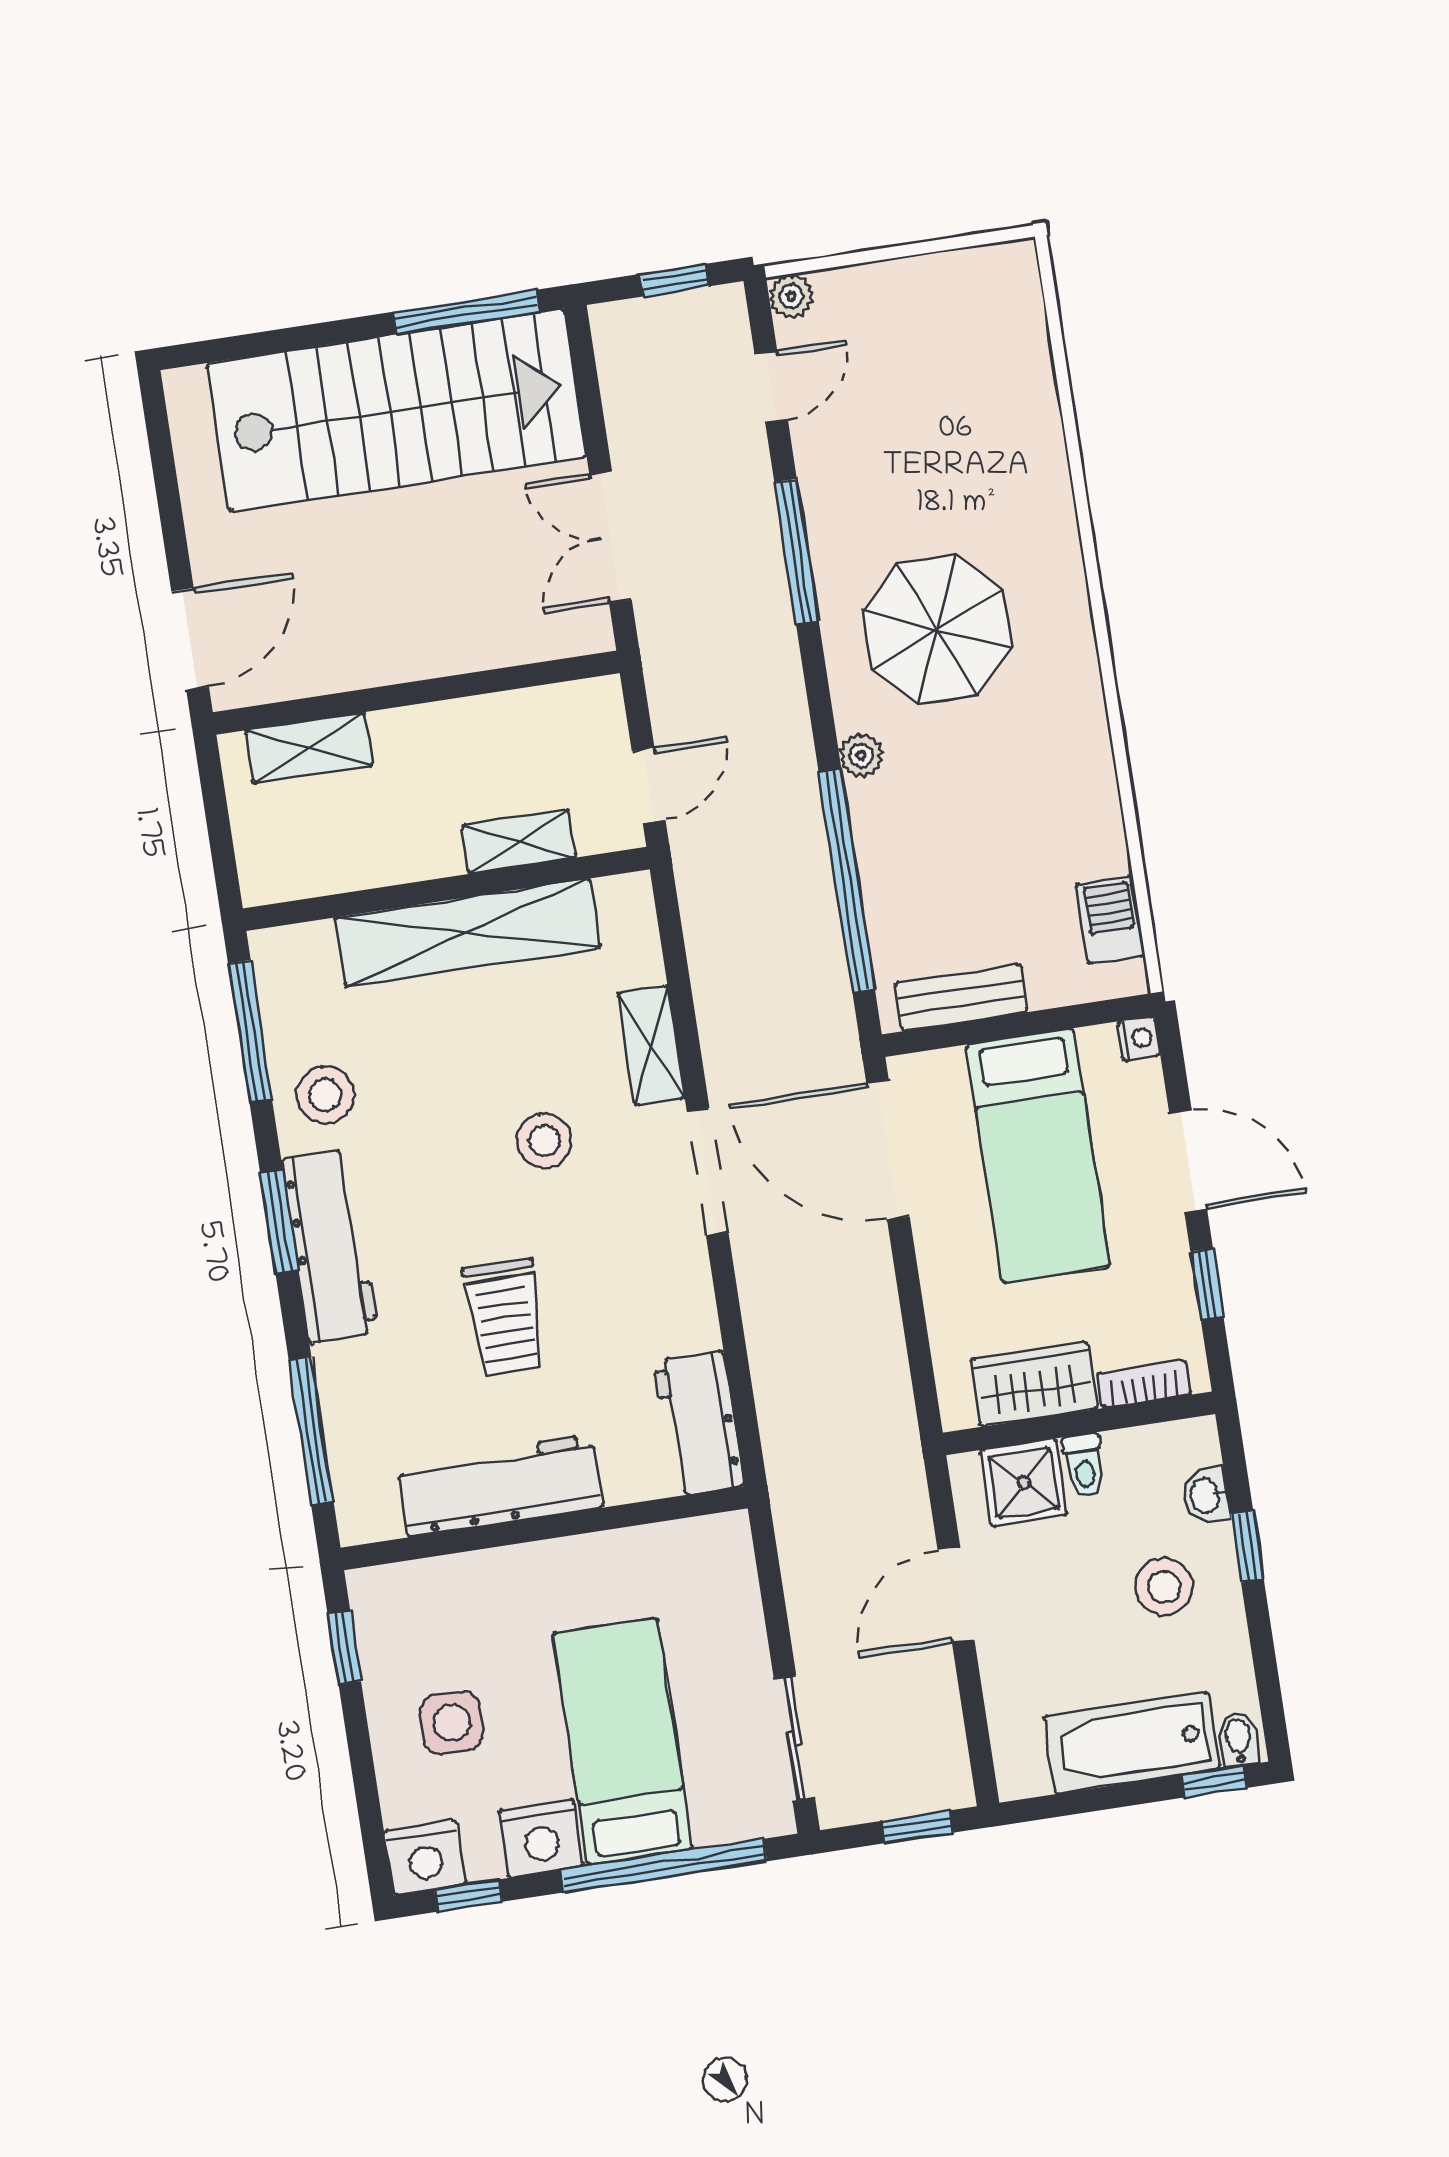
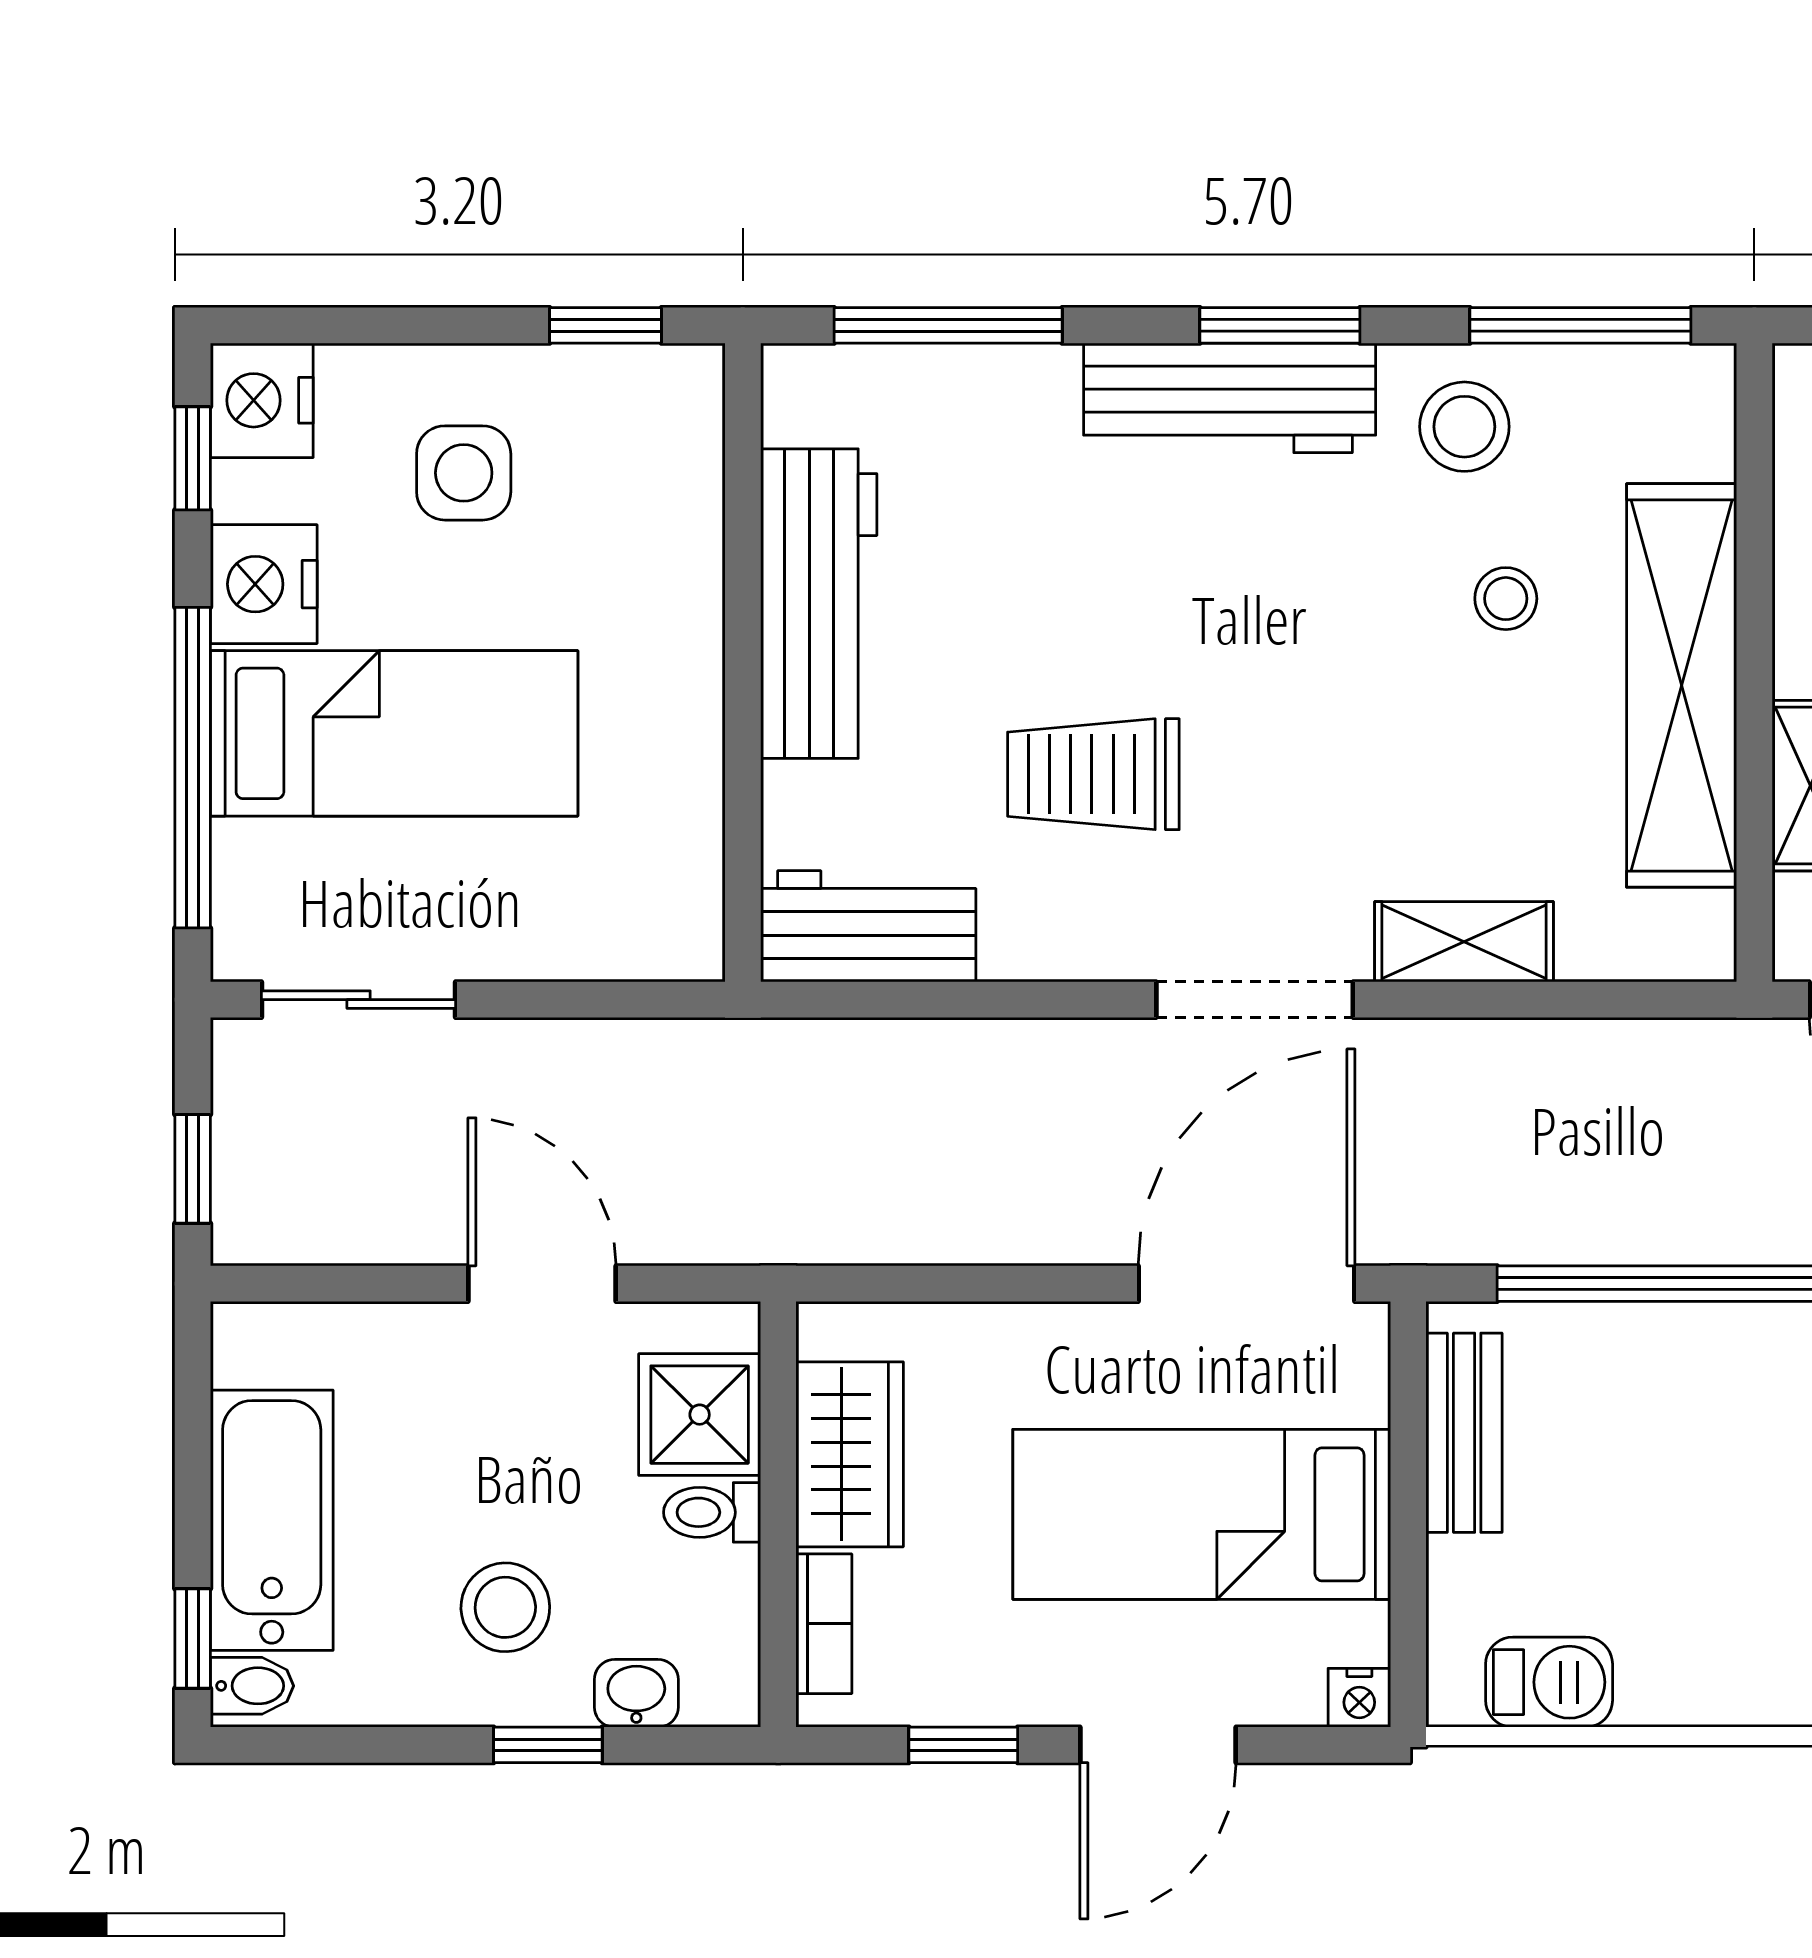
stool: (544, 1140) -> (1506, 599), moved, width x0.73, depth x0.73
trolley: (505, 1317) -> (1093, 774), moved

